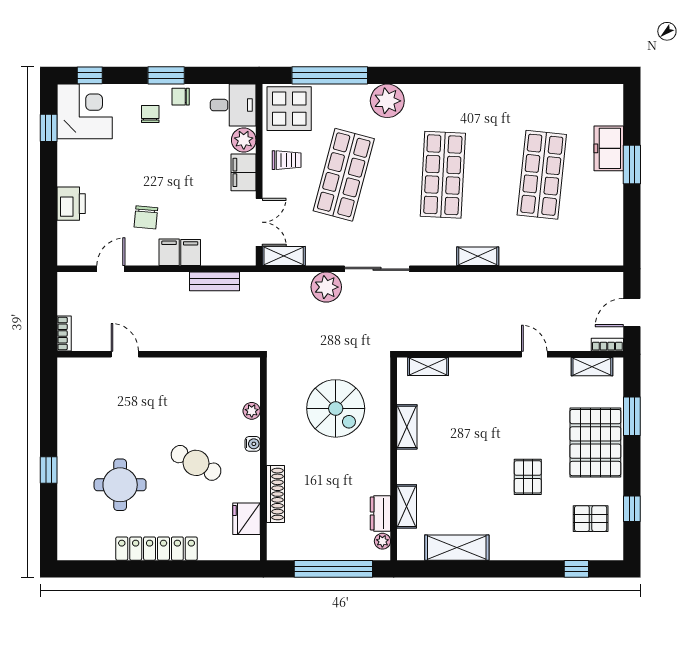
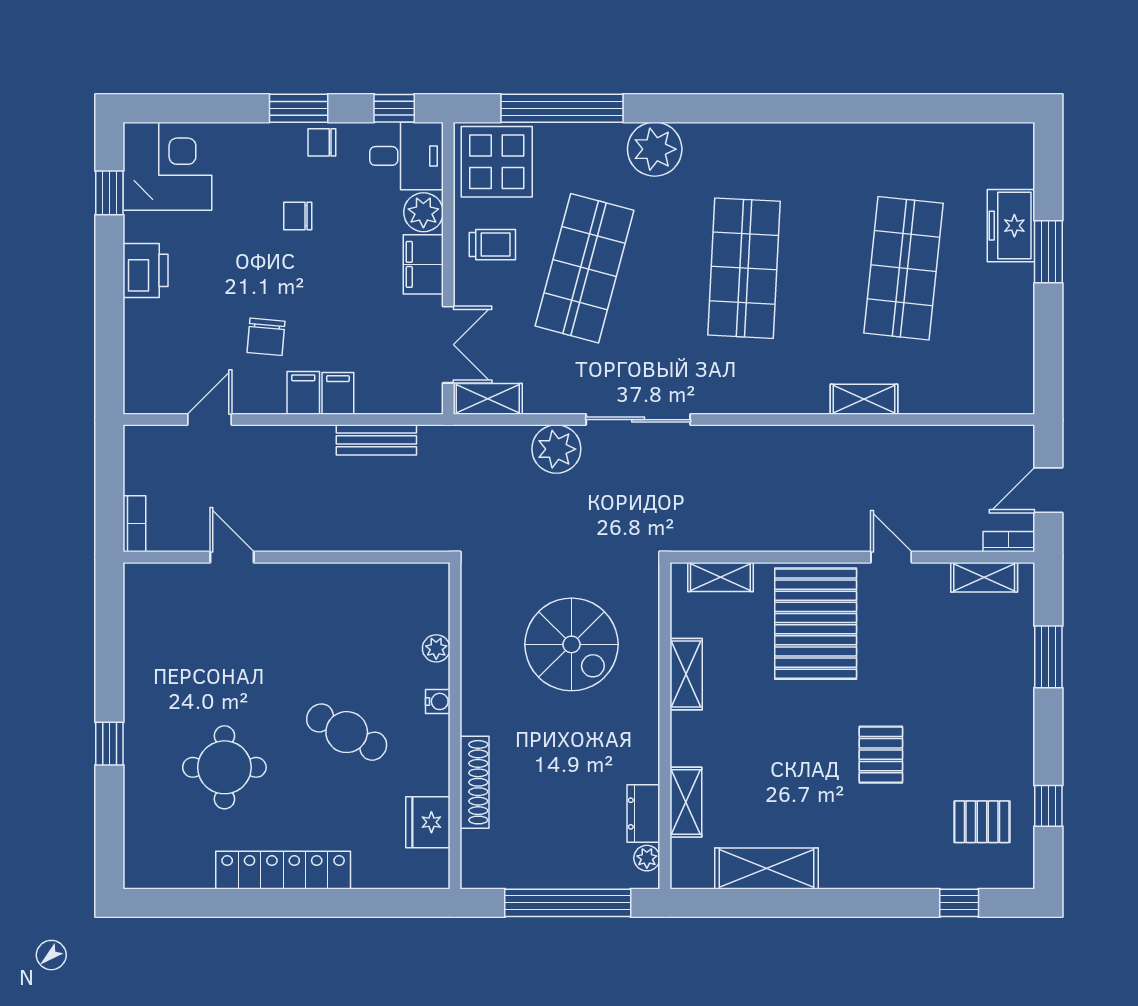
window: (90, 75) -> (394, 108), moved
chair: (150, 114) -> (298, 216), moved, turned -90
printer: (71, 204) -> (146, 270), moved
shelving: (478, 256) -> (864, 399), moved
pallet: (595, 443) -> (816, 624), moved

